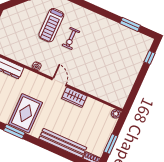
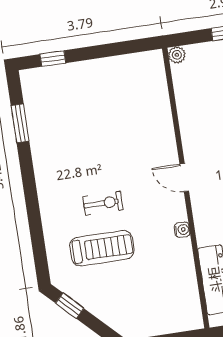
door: (59, 82) -> (184, 177), hinge flipped
wardrobe: (74, 97) -> (193, 138), removed

